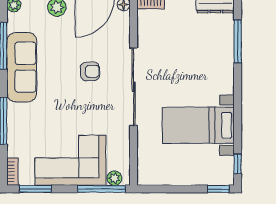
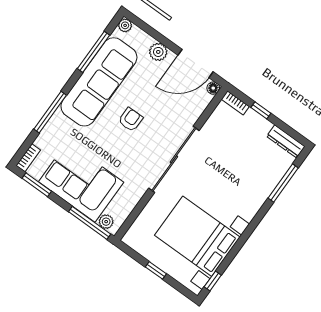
sofa: (22, 67) -> (99, 82), width x1.36, depth x1.27
armchair: (90, 71) -> (131, 120), moved, turned -88
bed with nightstands: (198, 125) -> (197, 236), width x1.36
window: (218, 189) -> (156, 270), moved

